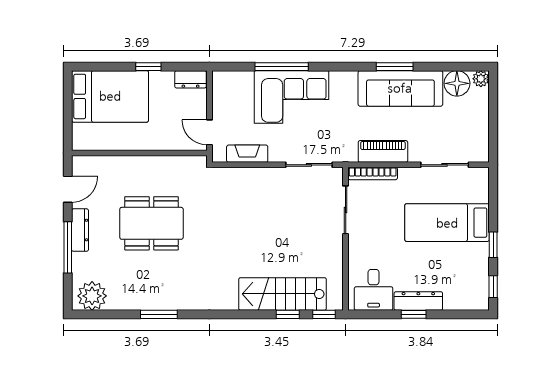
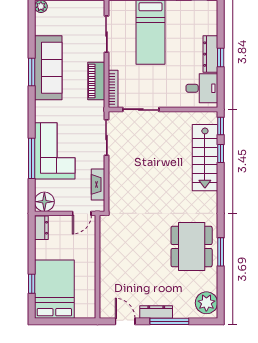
window: (148, 67) -> (32, 284), moved
floor lamp: (457, 83) -> (44, 202), moved
dining table: (151, 223) -> (192, 246), moved

